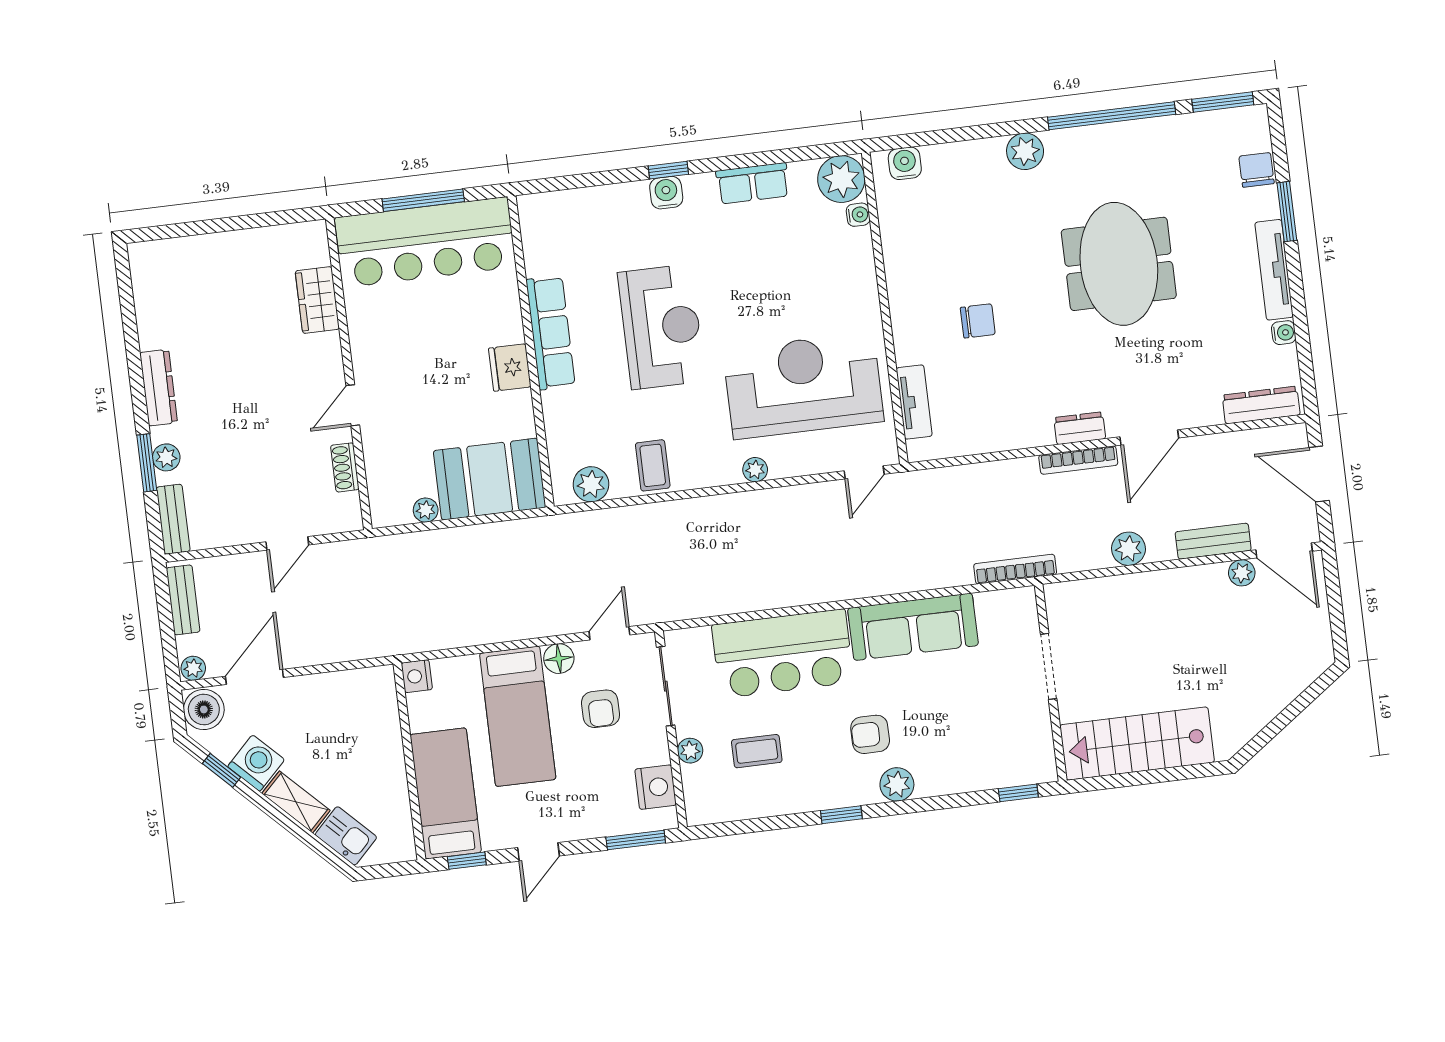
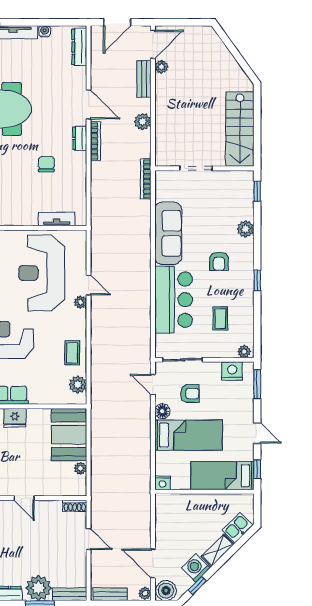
chair: (978, 321) -> (46, 164), moved
plant: (166, 457) -> (39, 588), width x1.88, depth x1.88
coffee table: (653, 465) -> (72, 353), turned 90
shoe rack: (345, 467) -> (75, 506), moved
door: (864, 472) -> (89, 285), moved
plant: (690, 751) -> (244, 352), moved
plant: (897, 784) -> (245, 229), moved

